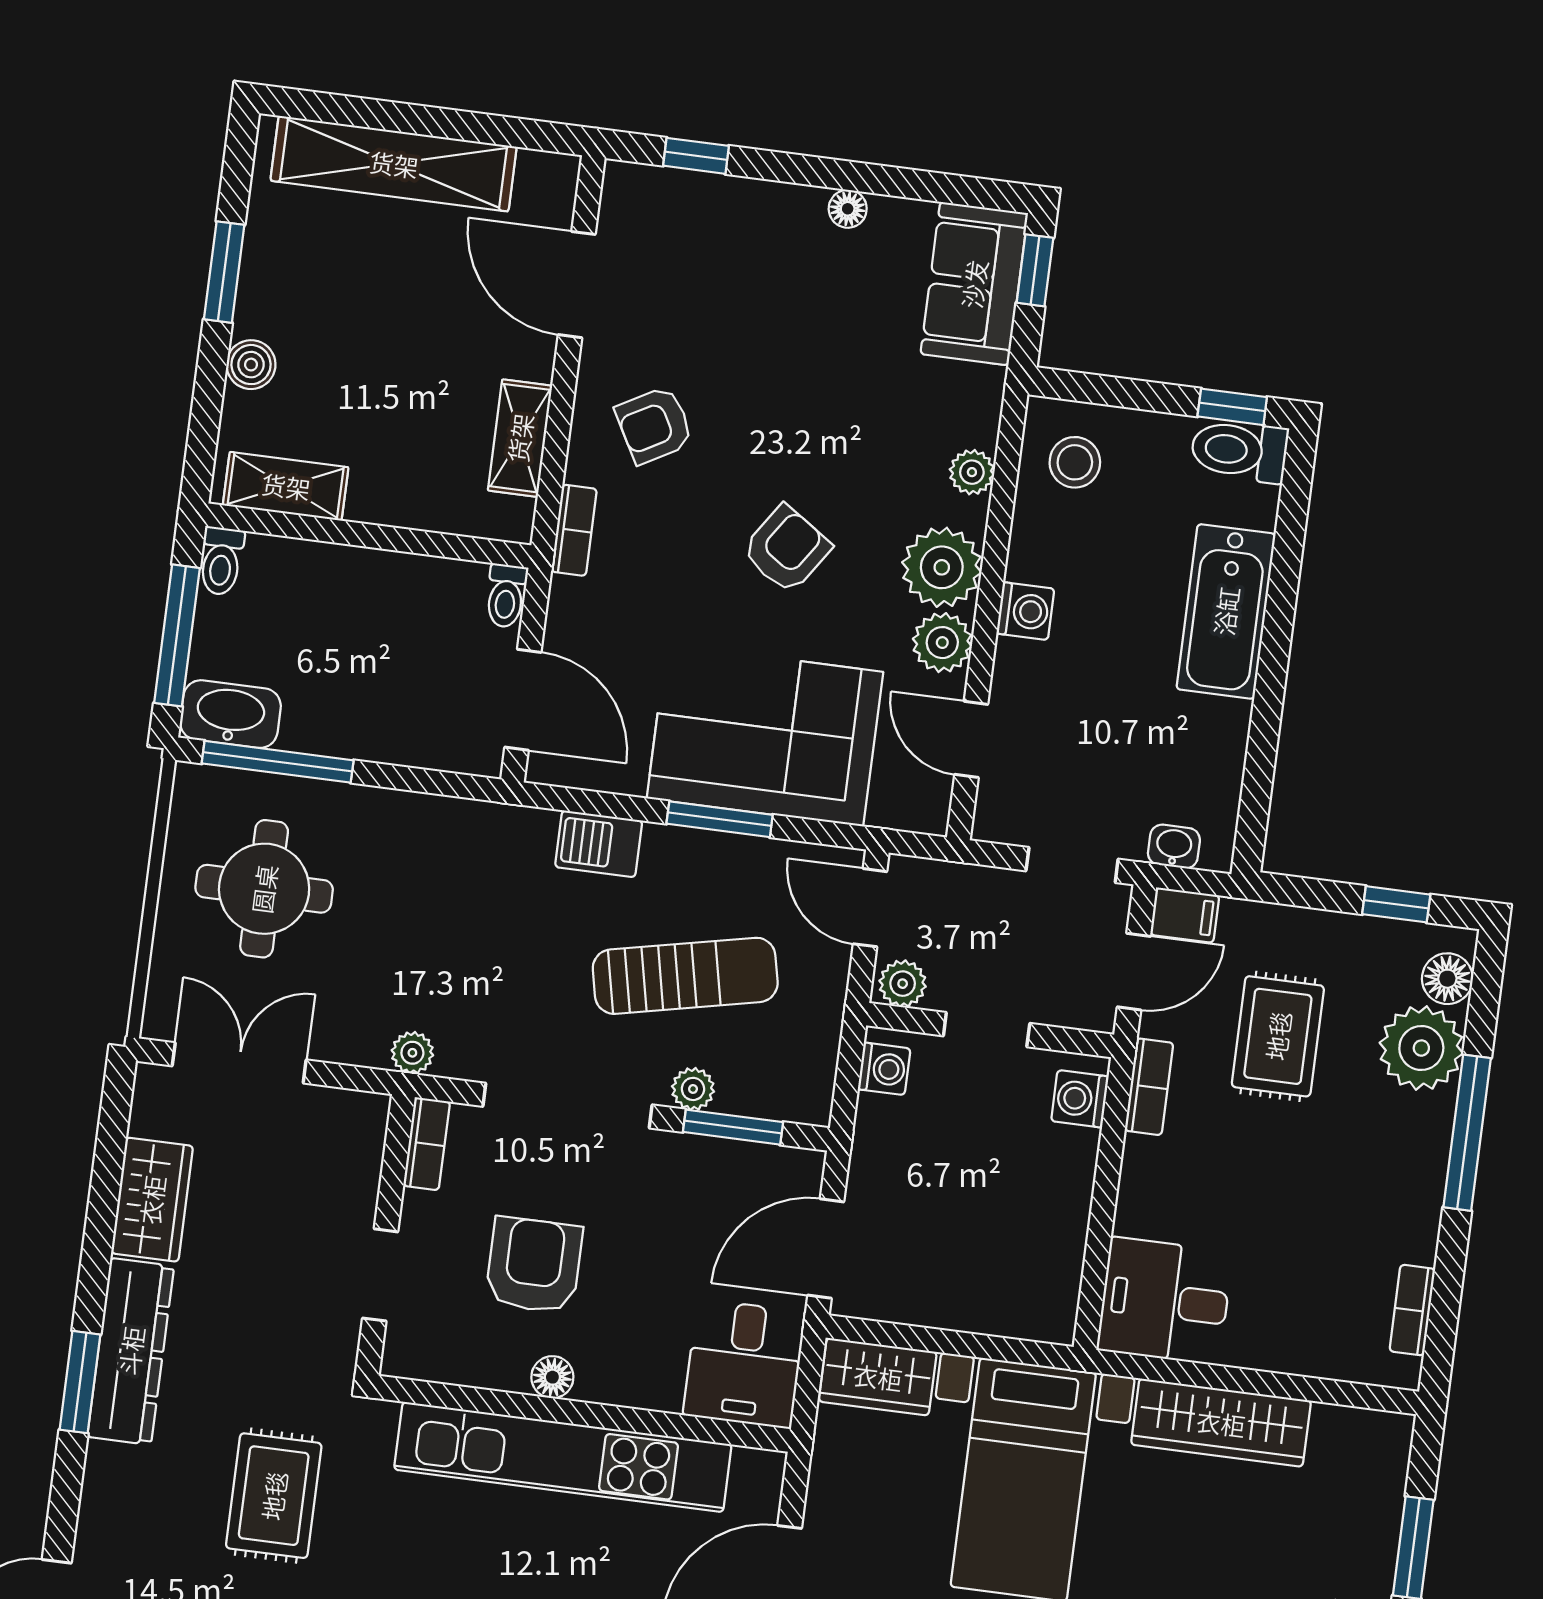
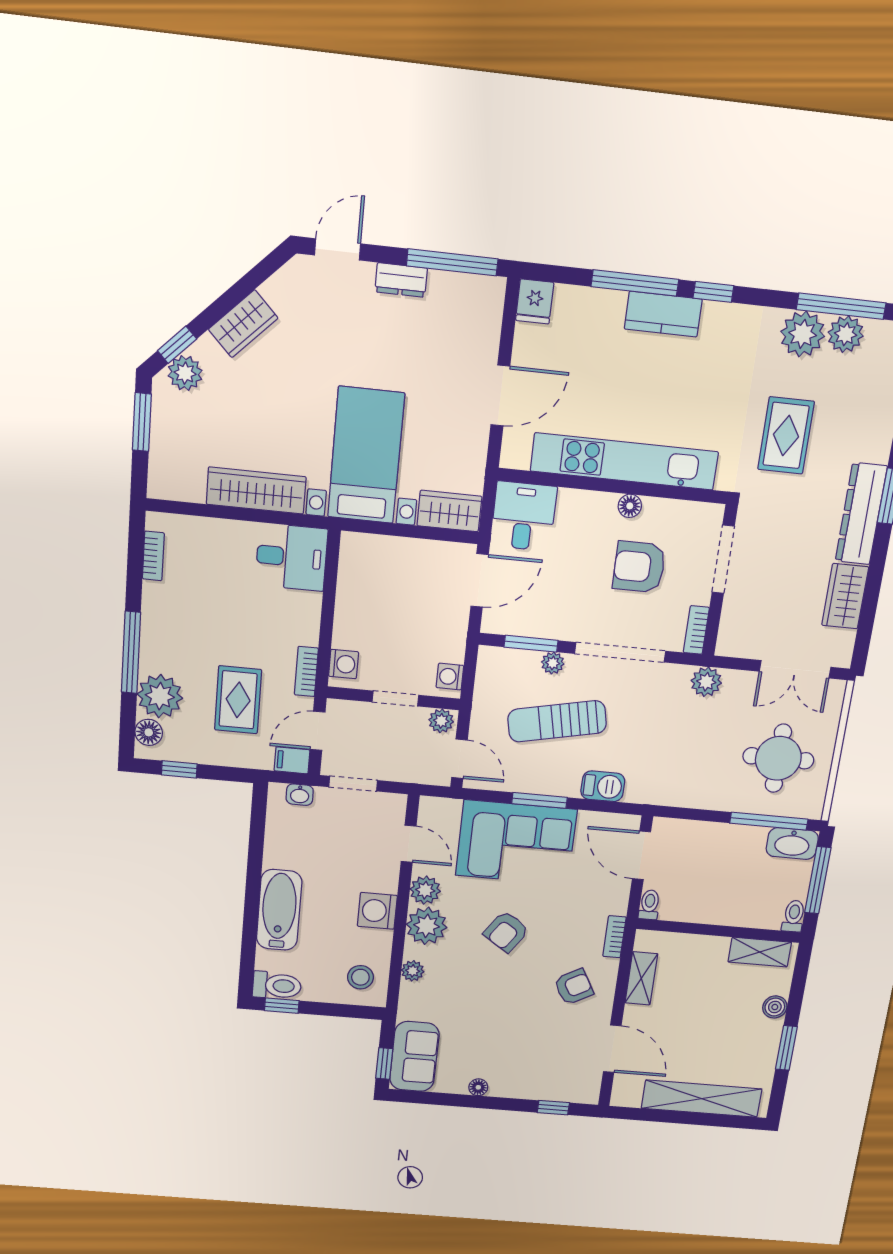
washing machine: (1025, 611) -> (377, 911), width x1.38, depth x1.38
plant: (412, 1053) -> (706, 682), width x1.38, depth x1.38
armchair: (534, 1265) -> (639, 567), turned 90
doorway: (380, 1275) -> (723, 559), width x1.38

